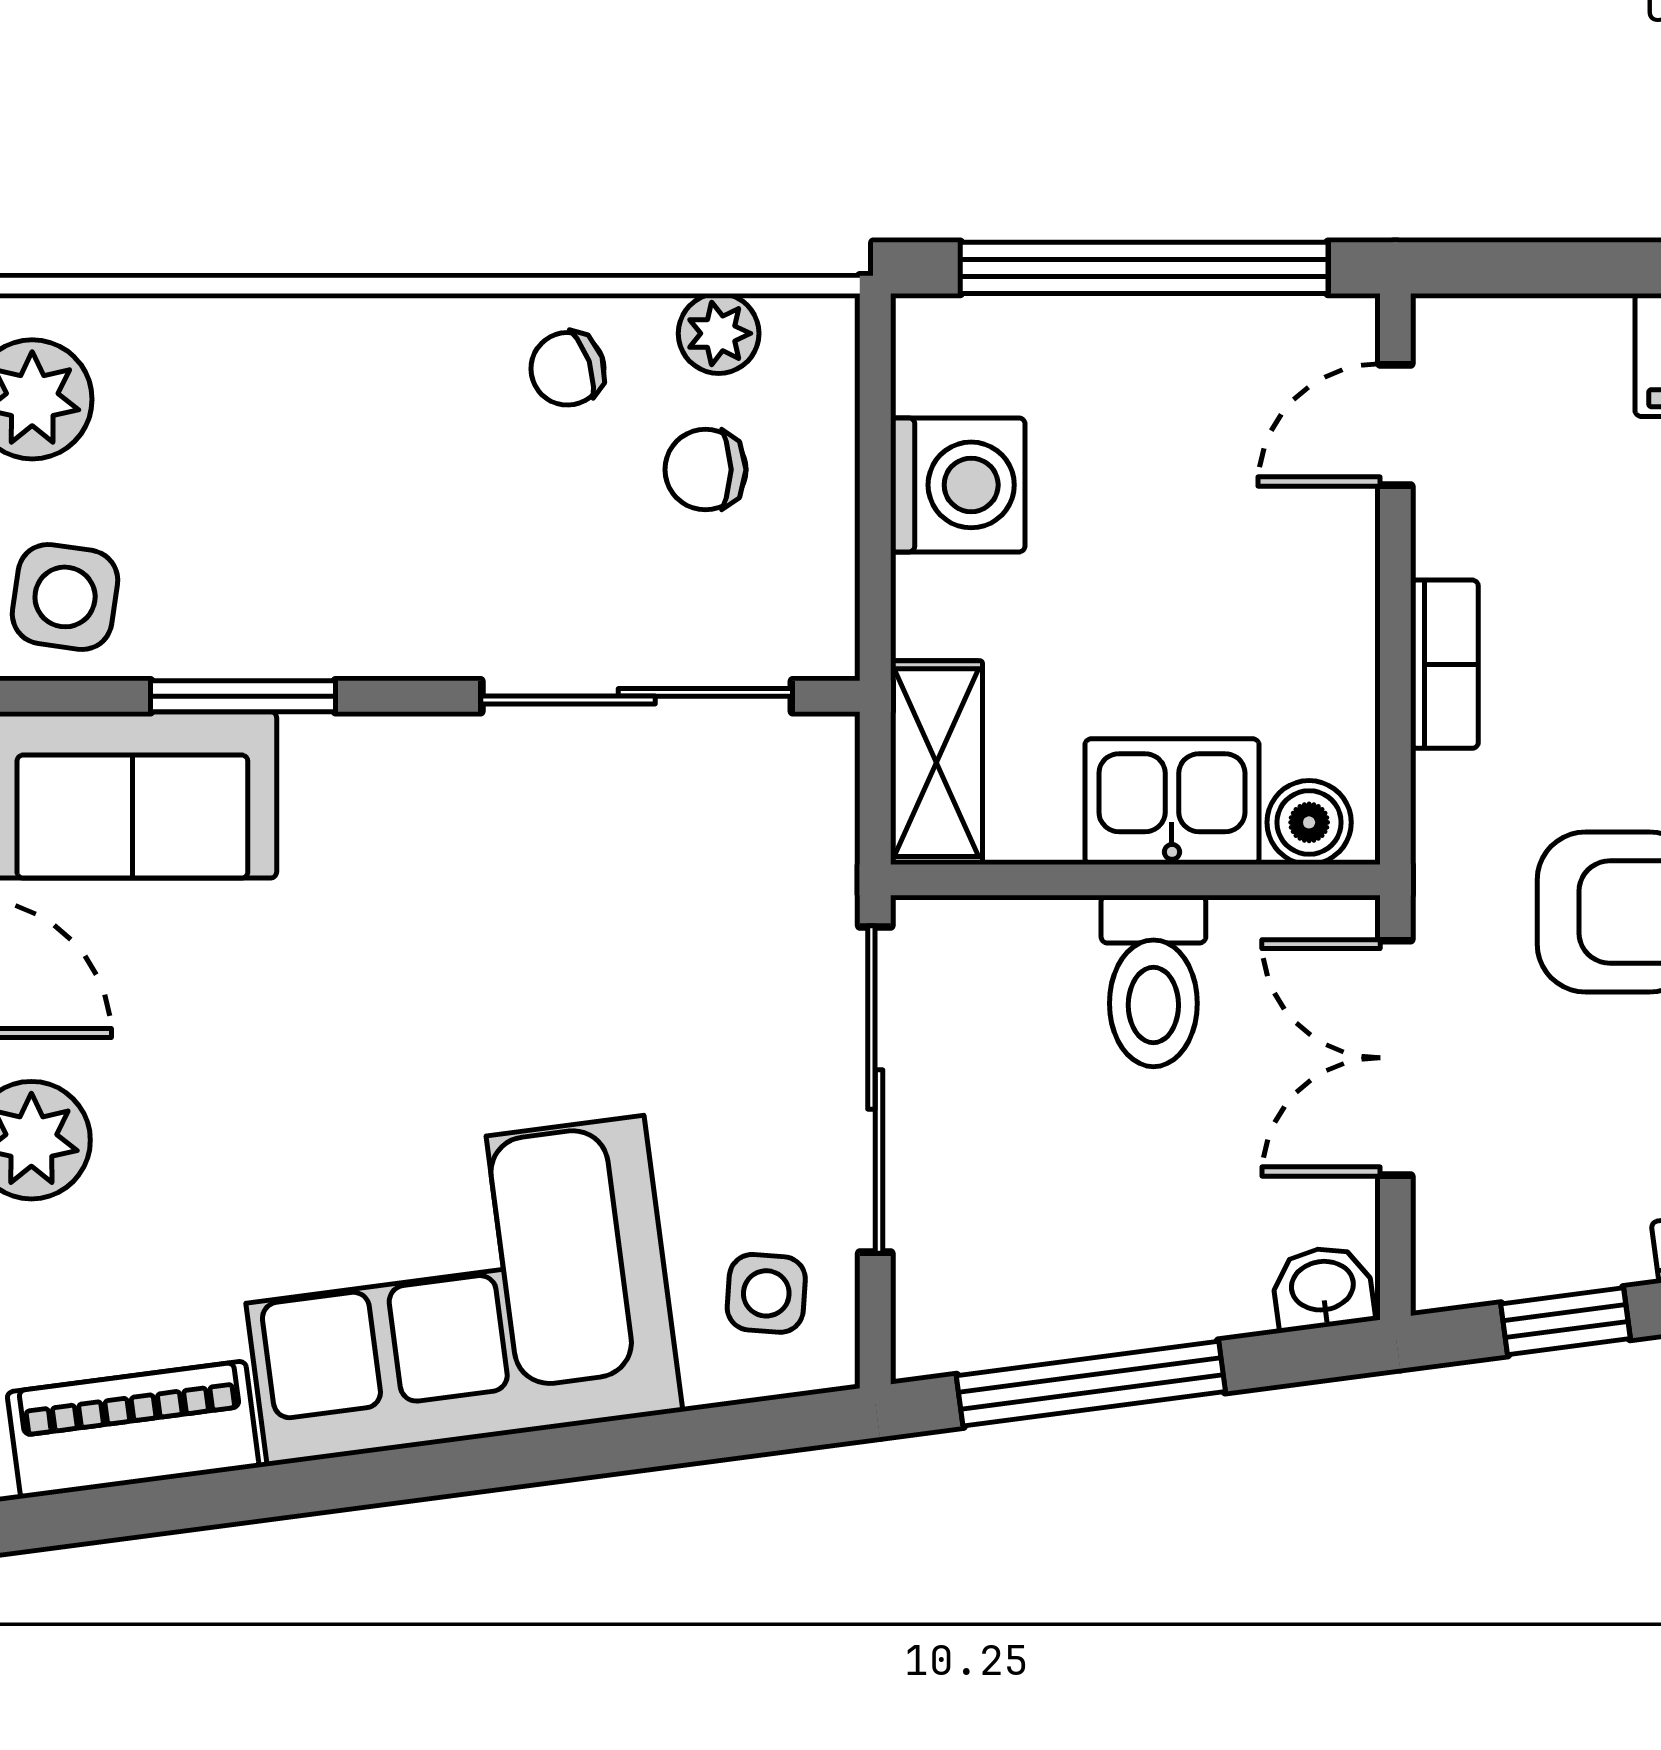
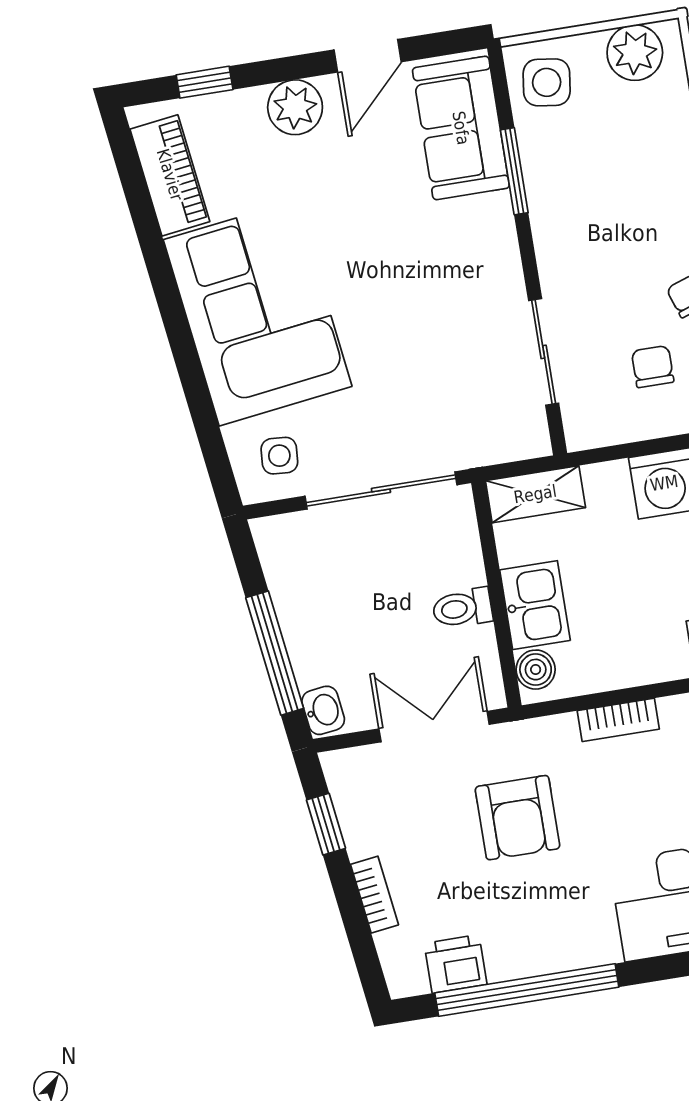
sliding door: (637, 696) -> (544, 352), width x0.73
toilet: (1153, 981) -> (462, 608), width x0.73, depth x0.72
window: (1091, 1384) -> (275, 653), moved

